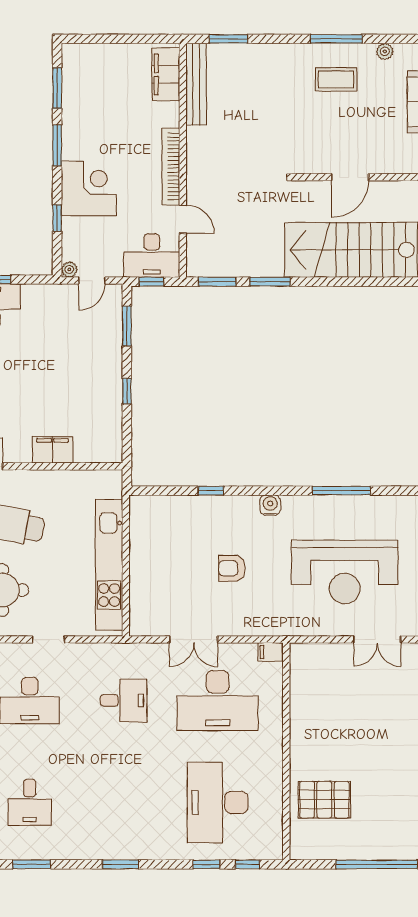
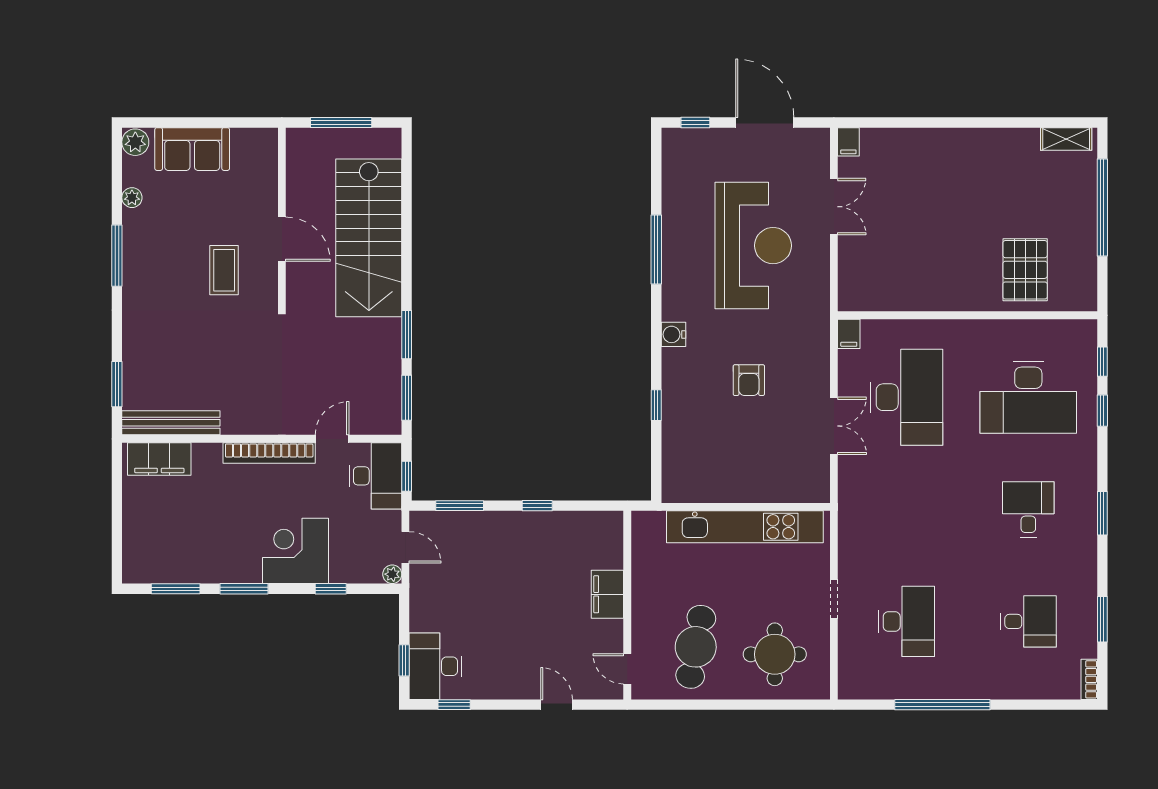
coffee table: (336, 79) -> (224, 270), moved
desk: (124, 700) -> (1028, 509), moved

